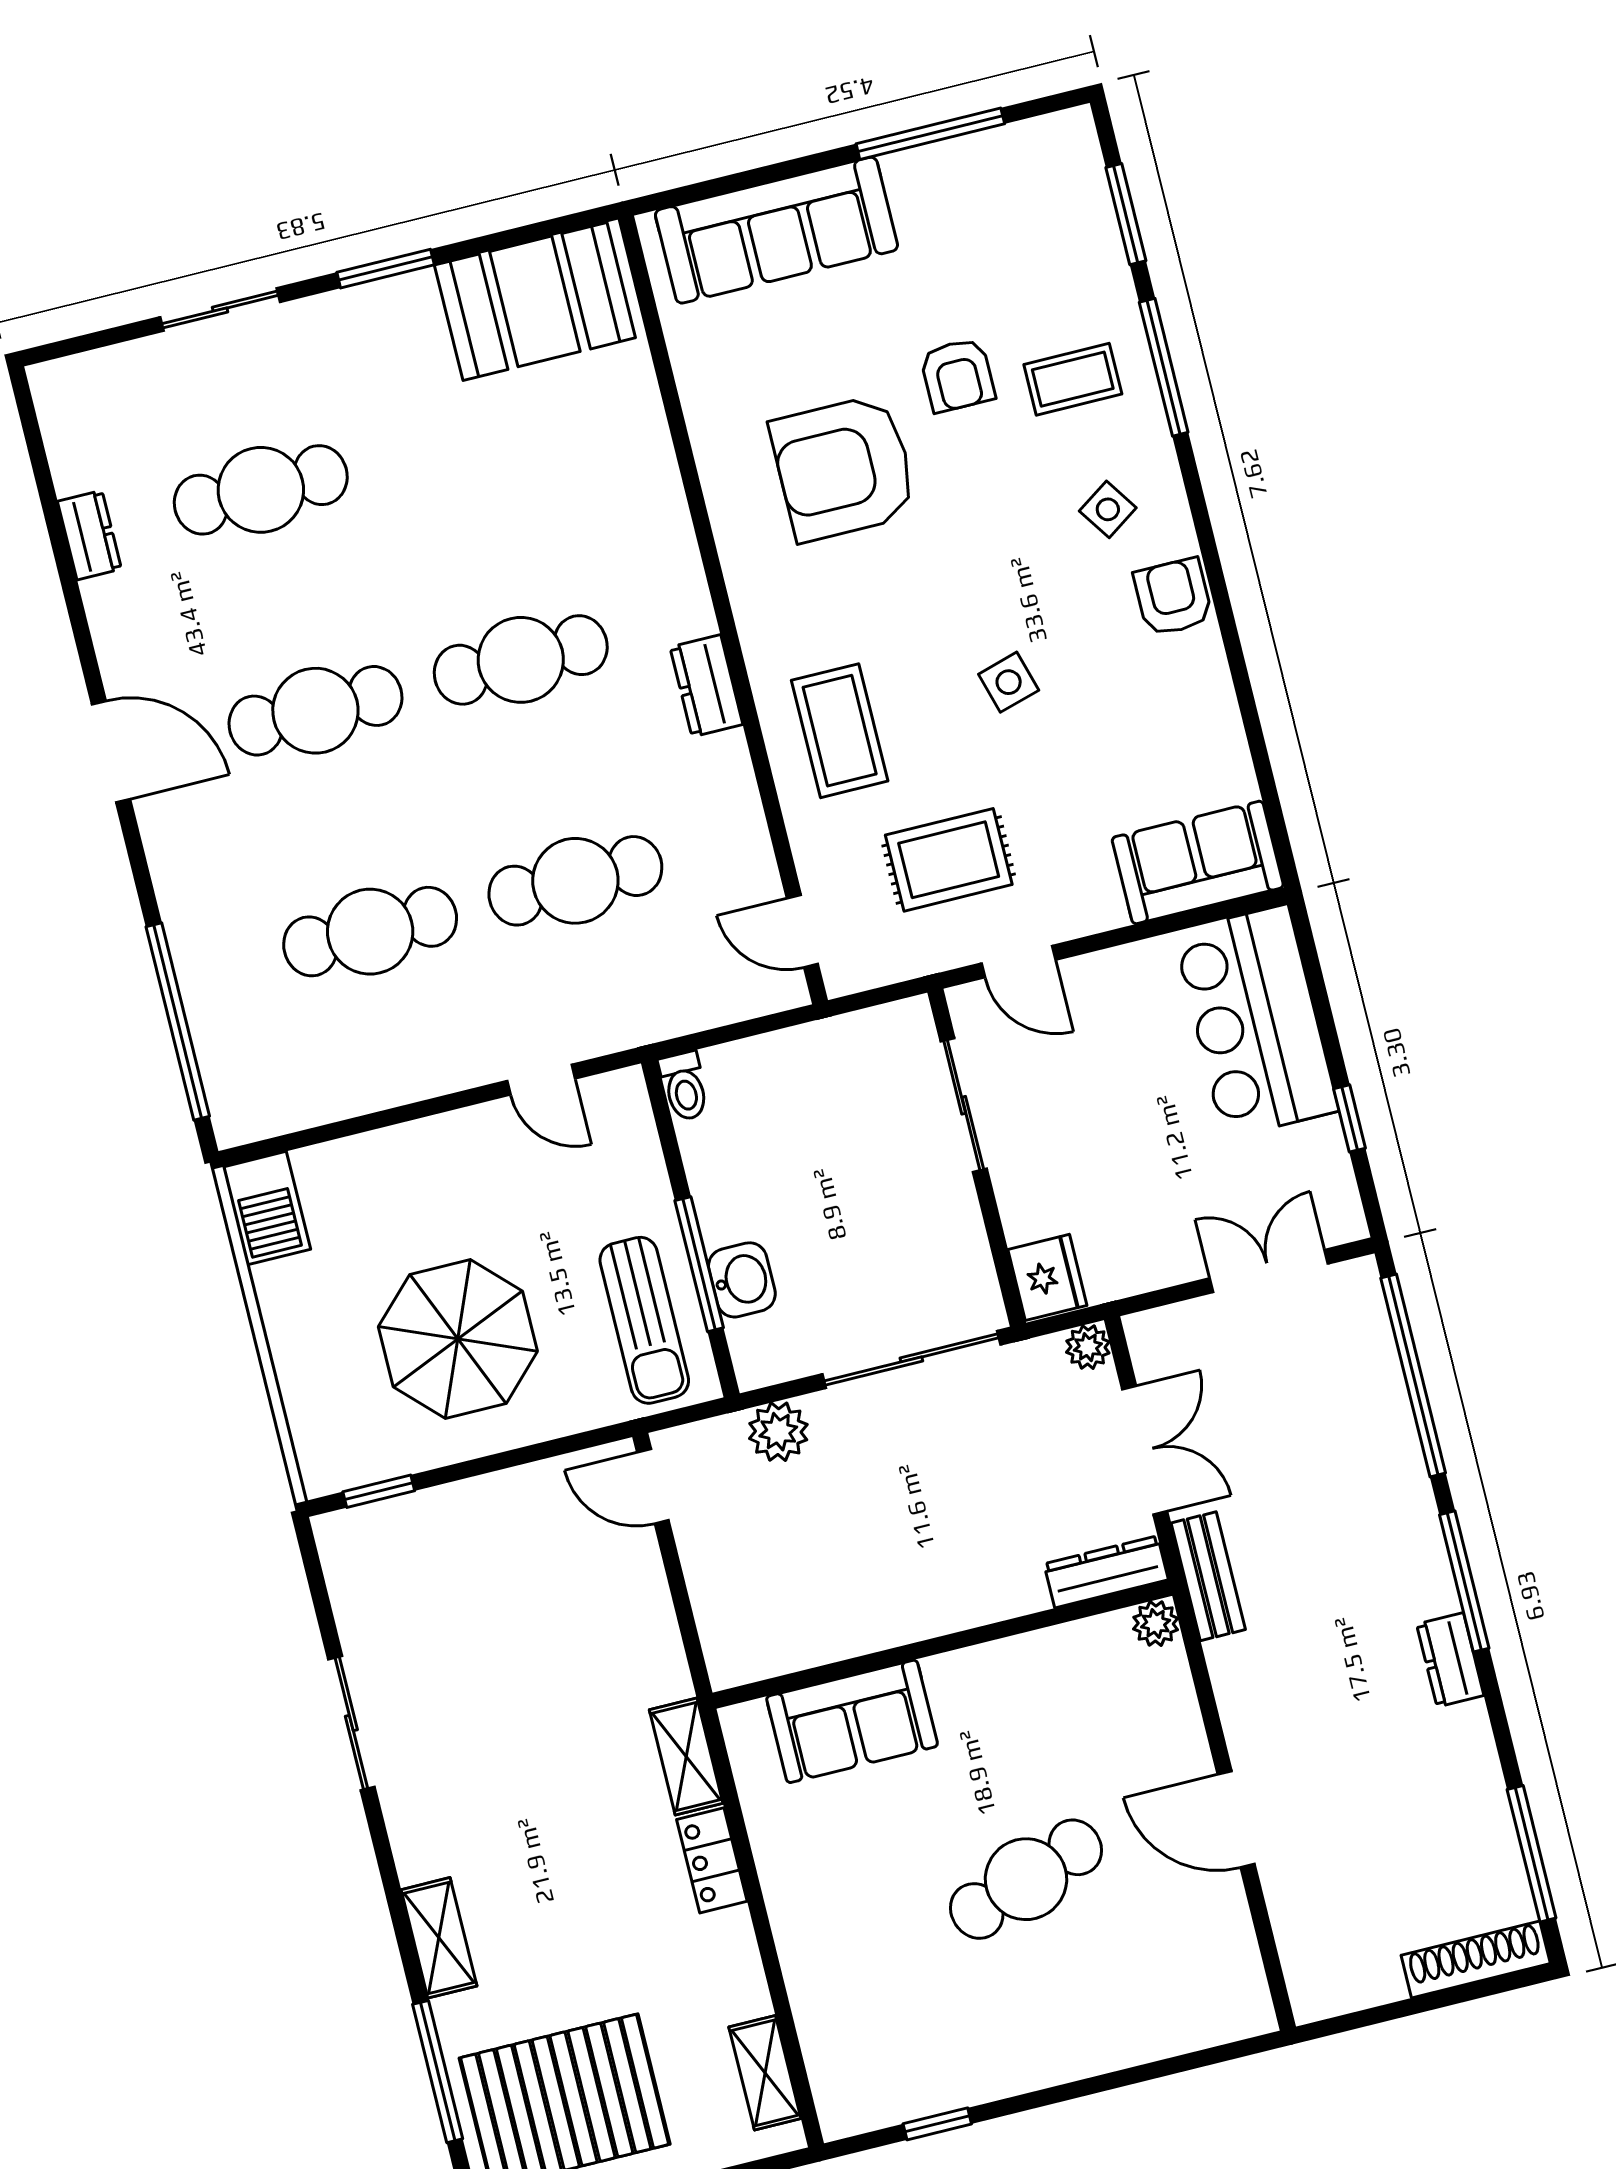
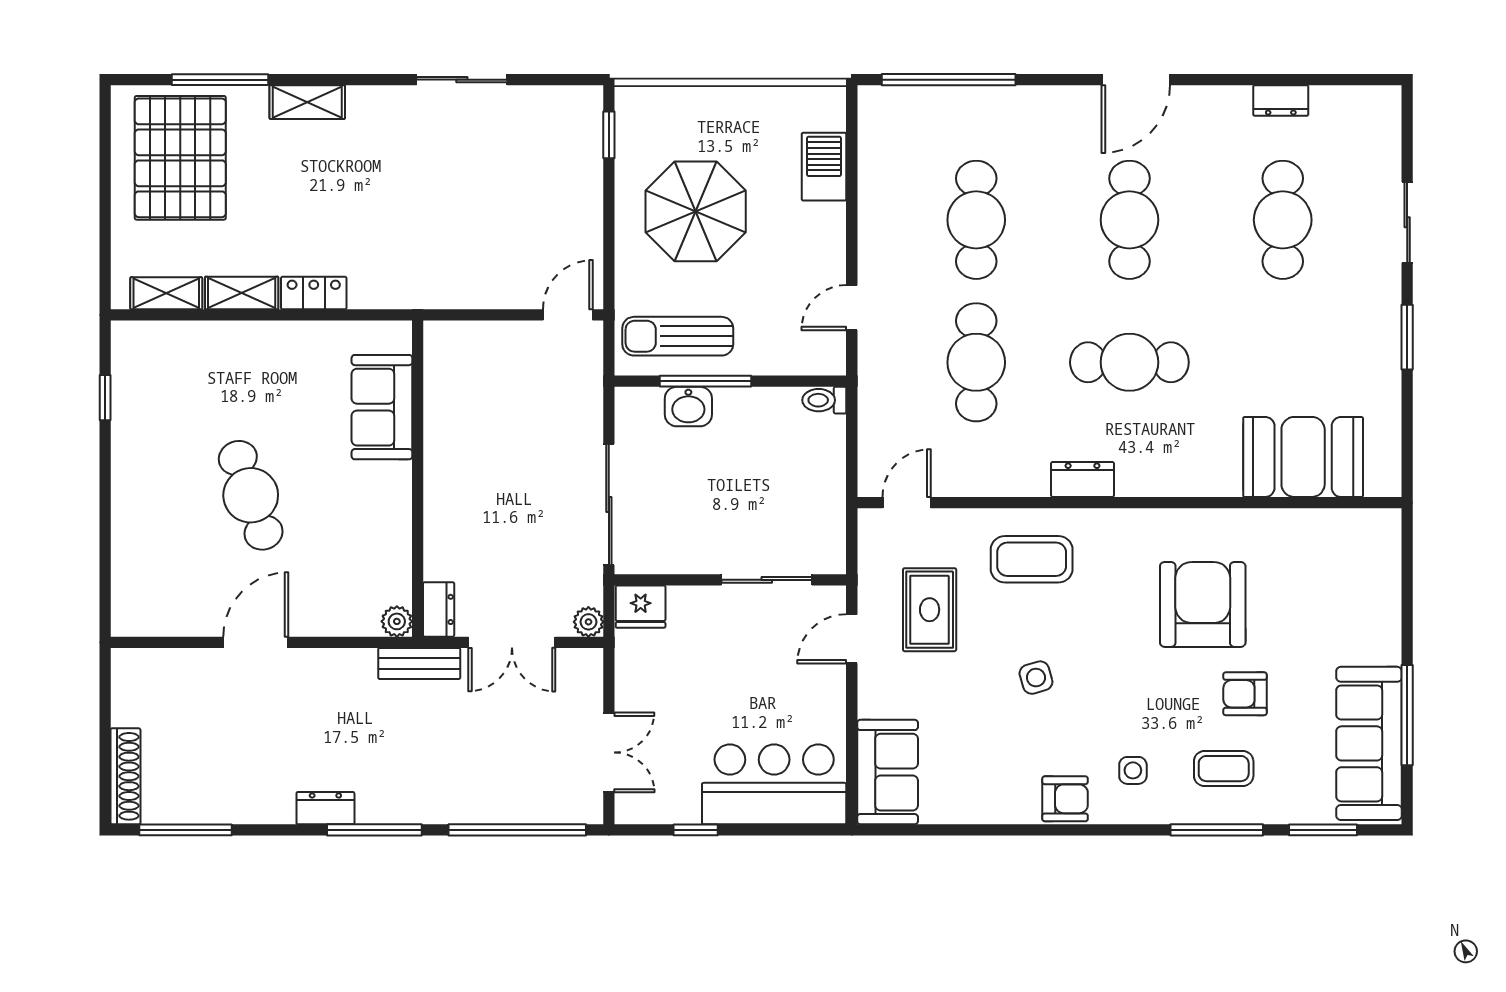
sofa: (776, 230) -> (1369, 743), moved
booth: (535, 301) -> (1303, 457), moved, turned 90
coffee table: (1073, 379) -> (1224, 769), turned 90
side table: (1108, 509) -> (1133, 770), turned 34
cafe table: (521, 660) -> (1129, 362), turned 90
barbecue: (266, 1208) -> (824, 167), moved, turned 90
plant: (778, 1432) -> (583, 406), removed
dresser: (1106, 1572) -> (439, 609), width x0.70
shelving: (686, 1756) -> (242, 293), moved

